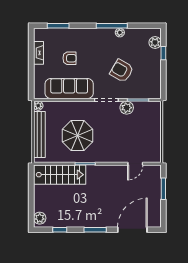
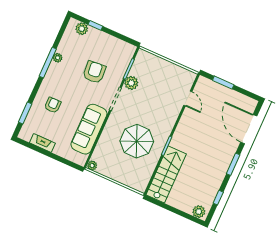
armchair: (70, 58) -> (53, 105), moved
armchair: (122, 71) -> (94, 72), turned 145
bench: (39, 134) -> (120, 177), removed

